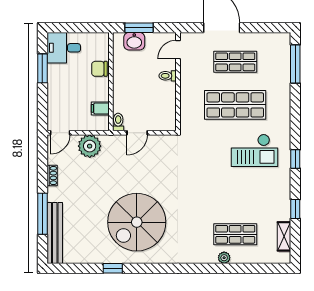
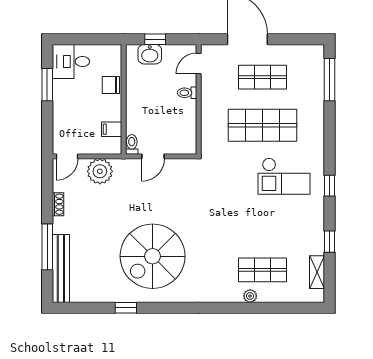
window: (139, 28) -> (155, 39), width x0.67

